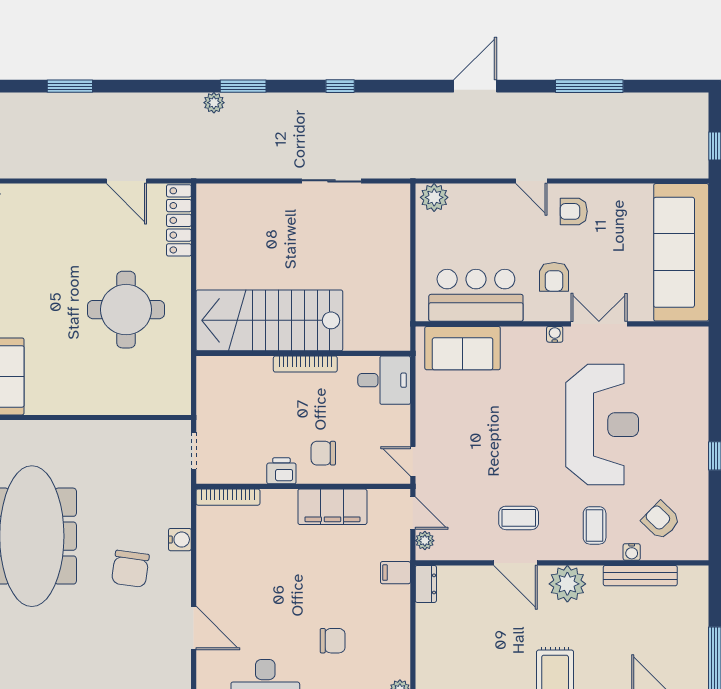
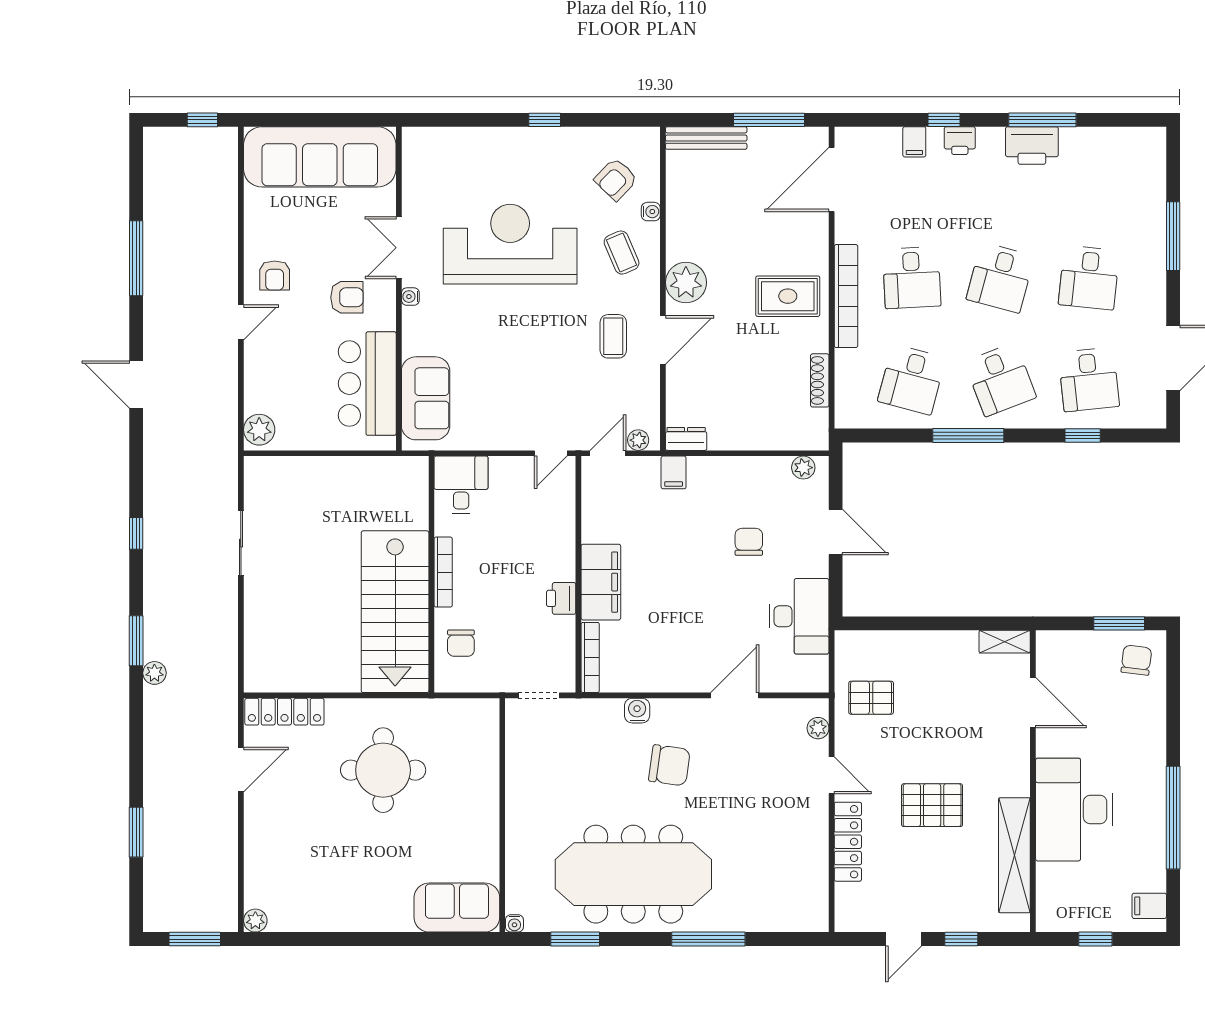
chair: (323, 453) -> (461, 643), moved
filing cabinet: (332, 507) -> (601, 582), moved
coffee table: (595, 525) -> (622, 253), turned 67
bench: (640, 576) -> (706, 138), moved, turned 90

